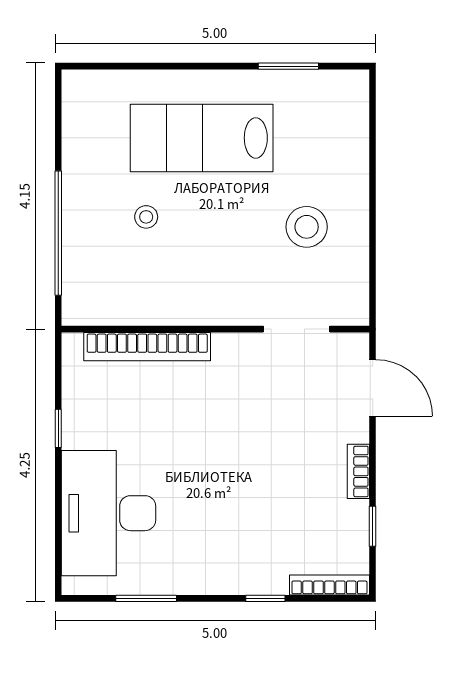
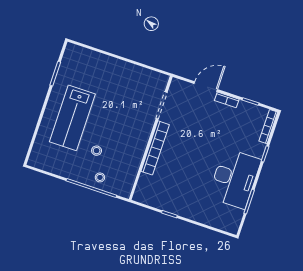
stool: (307, 227) -> (100, 177), moved, width x0.53, depth x0.53
bookcase: (147, 347) -> (155, 148), moved
door: (373, 388) -> (206, 86), moved
desk: (109, 513) -> (235, 178), moved, turned -90

